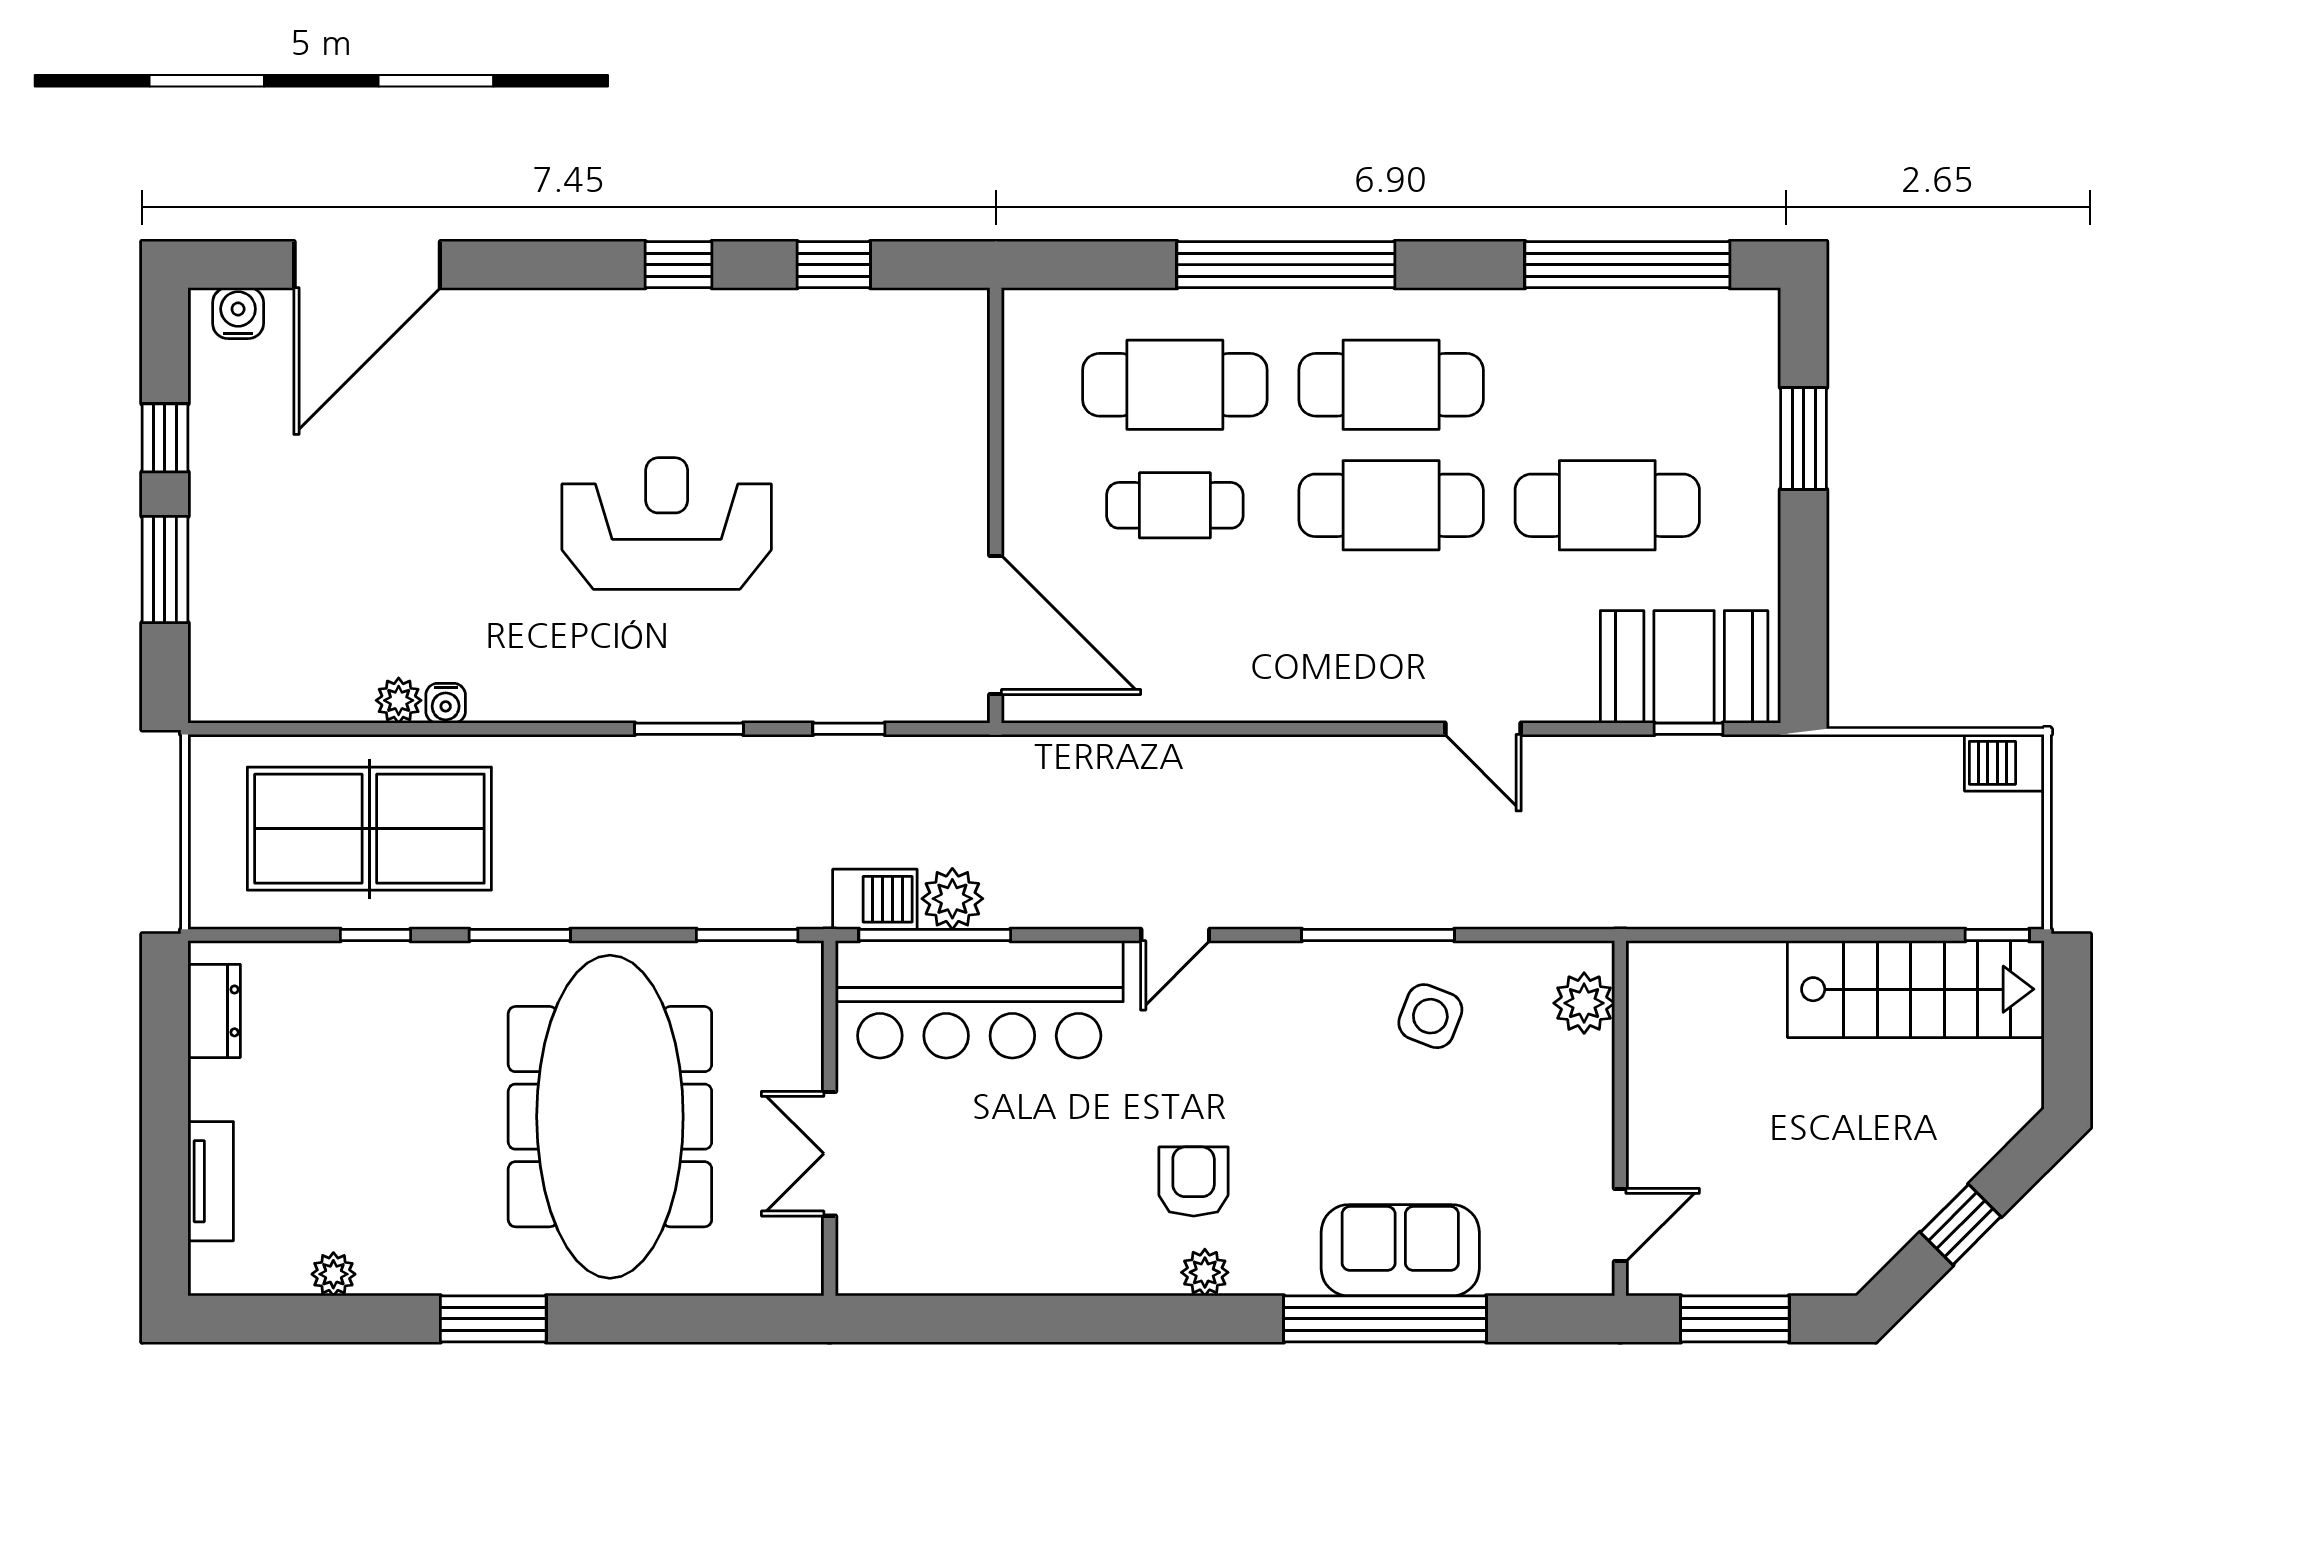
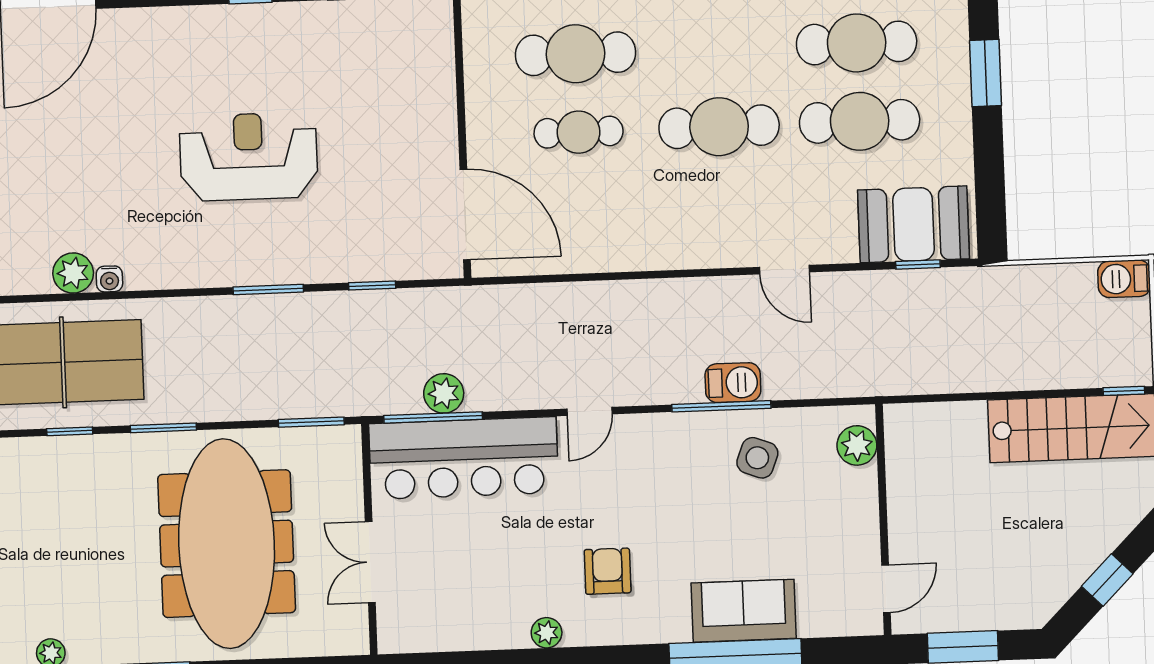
cafe table: (1391, 385) -> (857, 43), moved
plant: (399, 700) -> (73, 273), width x1.38, depth x1.38
barbecue: (875, 899) -> (733, 383), moved
plant: (1205, 1272) -> (547, 633), moved

